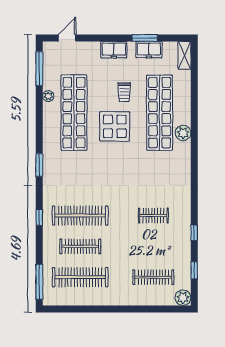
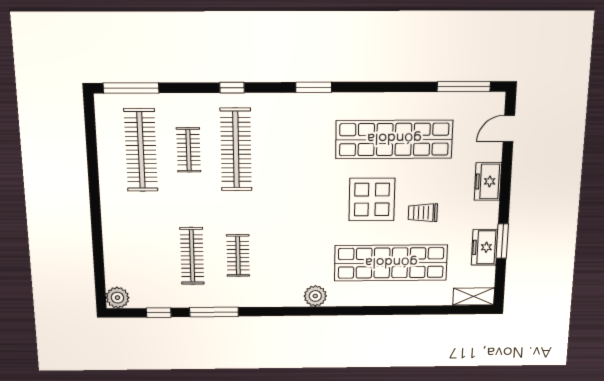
door: (67, 38) -> (509, 128), swing flipped
freezer: (114, 50) -> (488, 181), moved
plant: (48, 96) -> (421, 100), removed
plant: (183, 133) -> (315, 296), moved
window: (194, 233) -> (214, 312), width x2.17
clothes rail: (80, 246) -> (188, 150), width x0.73
clothes rail: (153, 277) -> (192, 256), moved

